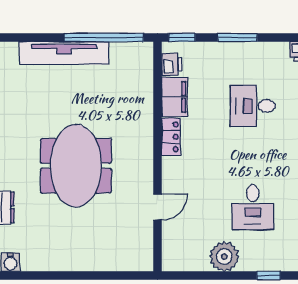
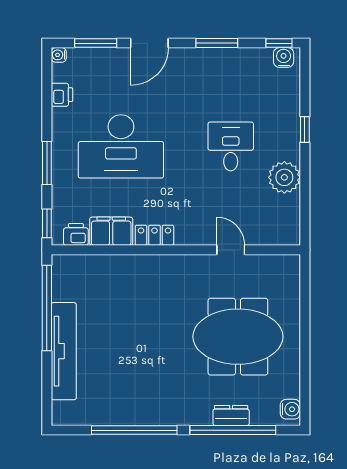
desk: (253, 106) -> (121, 146), width x1.87, depth x1.30
meeting table: (76, 166) -> (238, 337), moved
desk: (253, 207) -> (231, 146), turned -90

